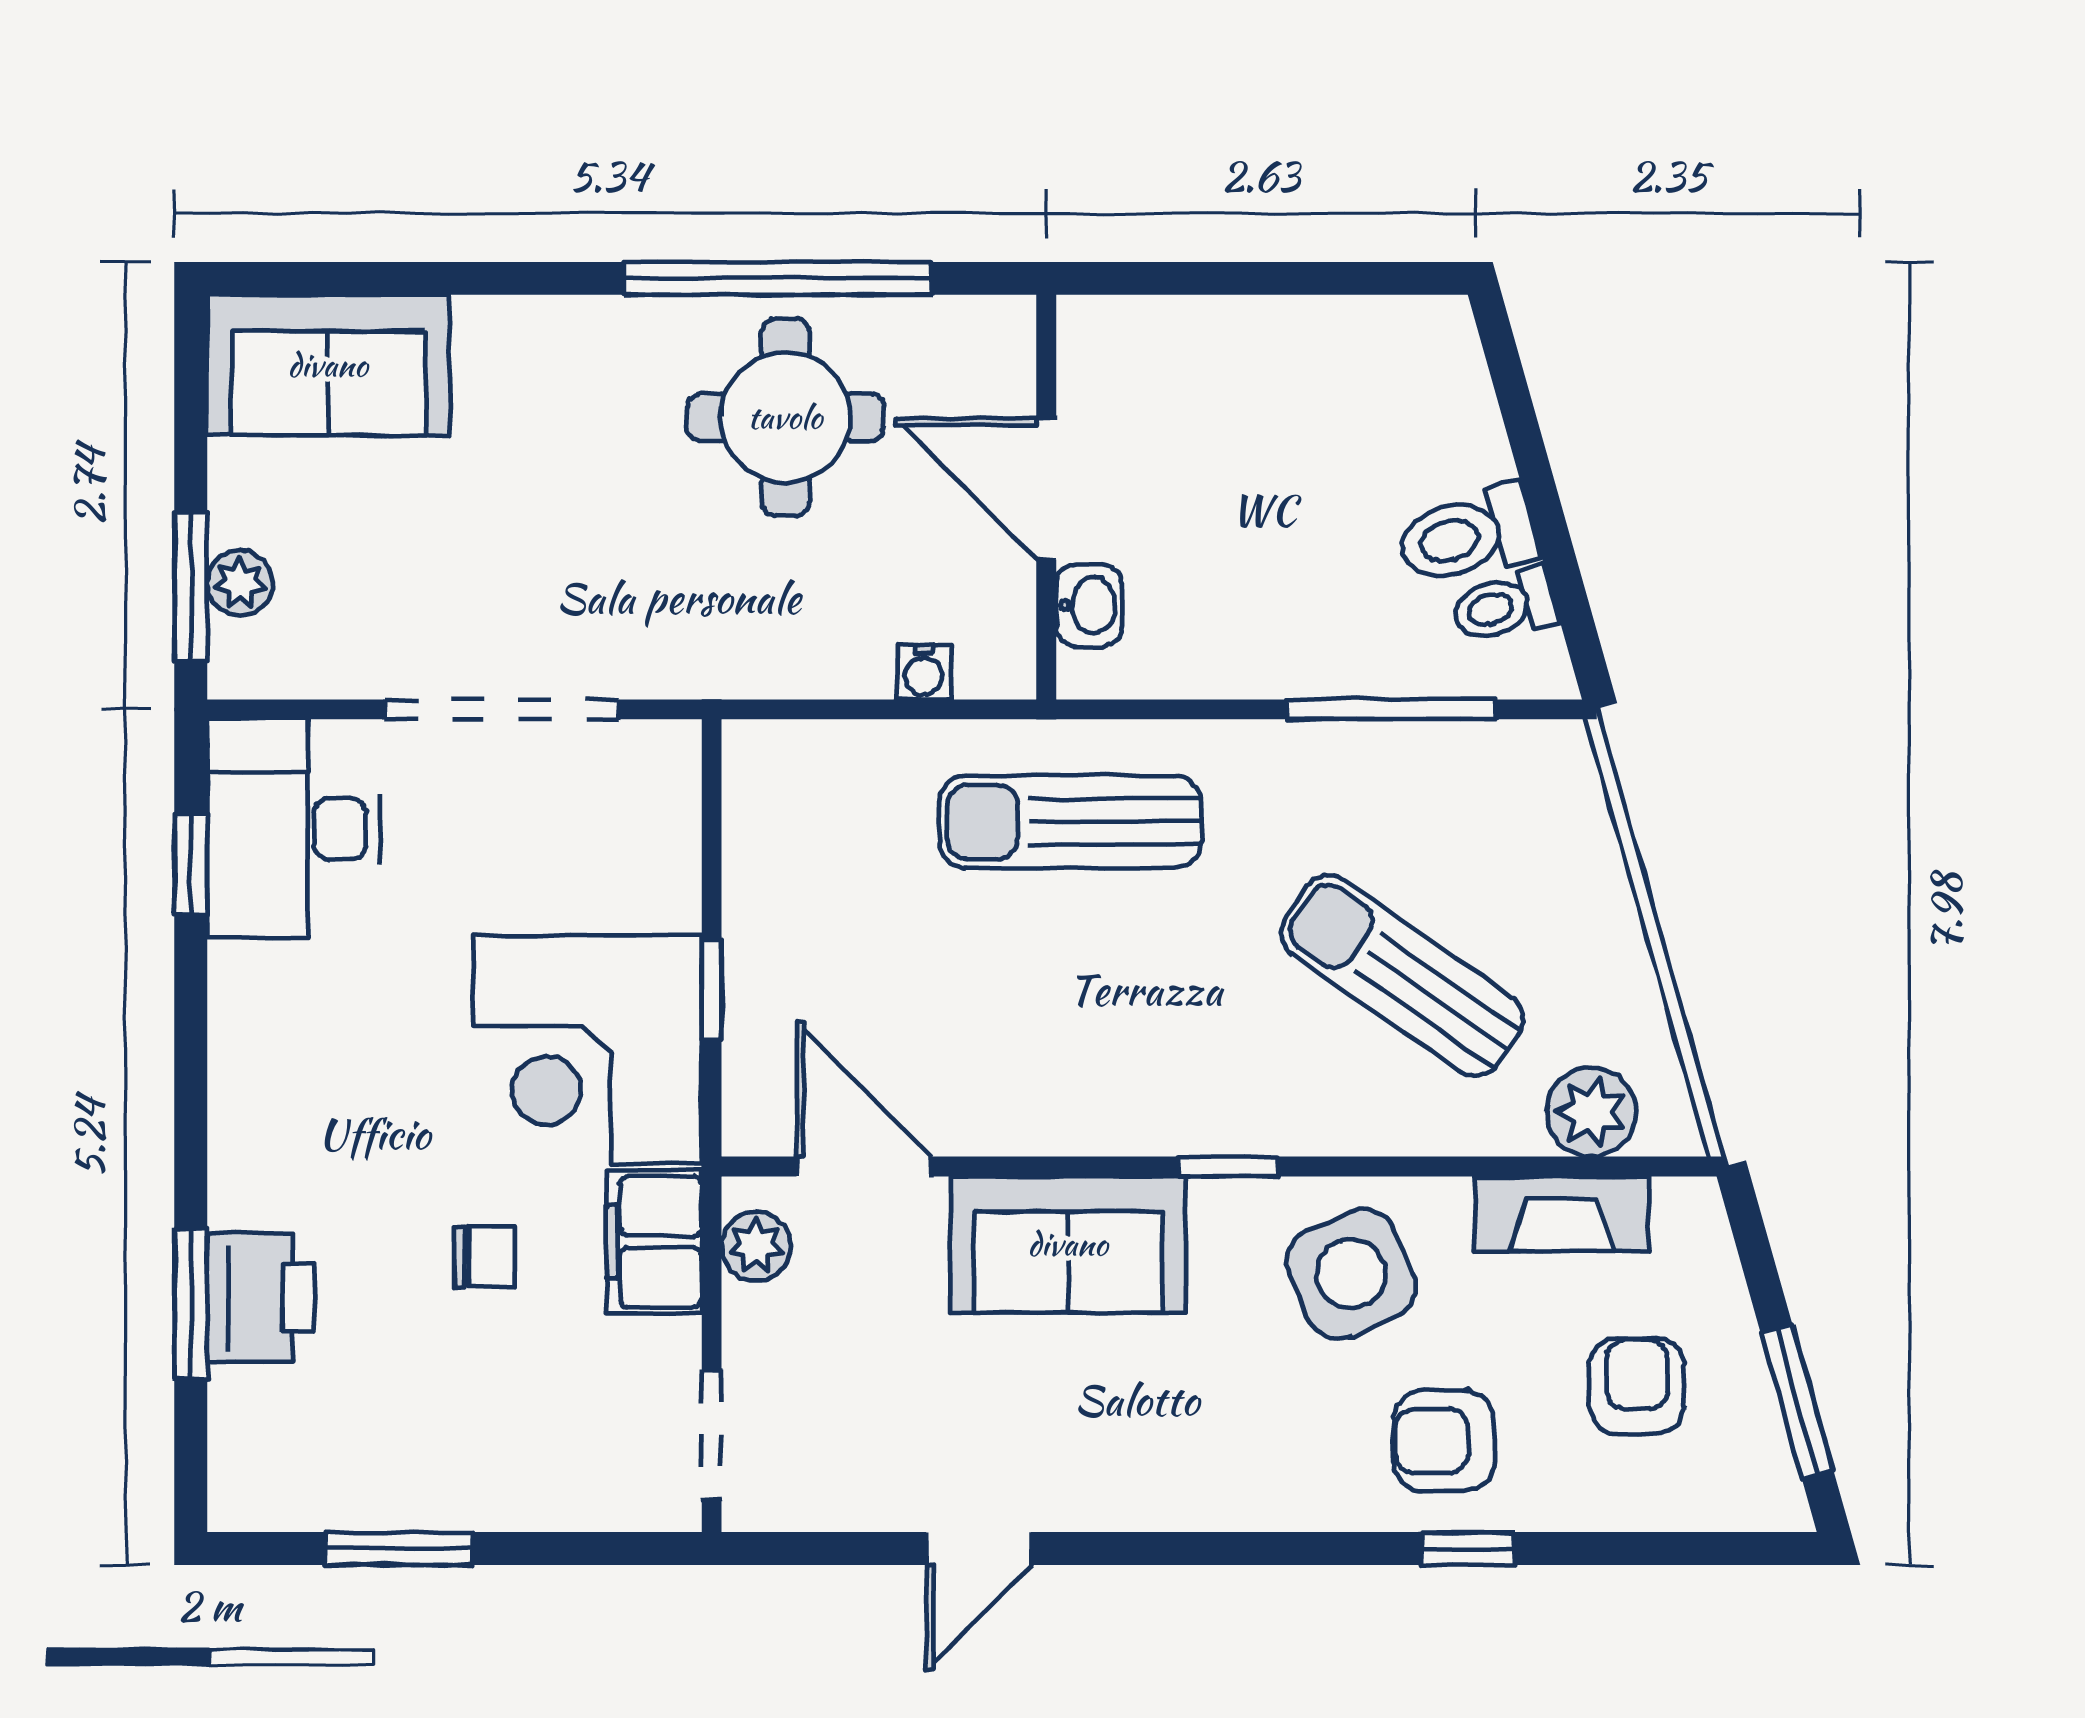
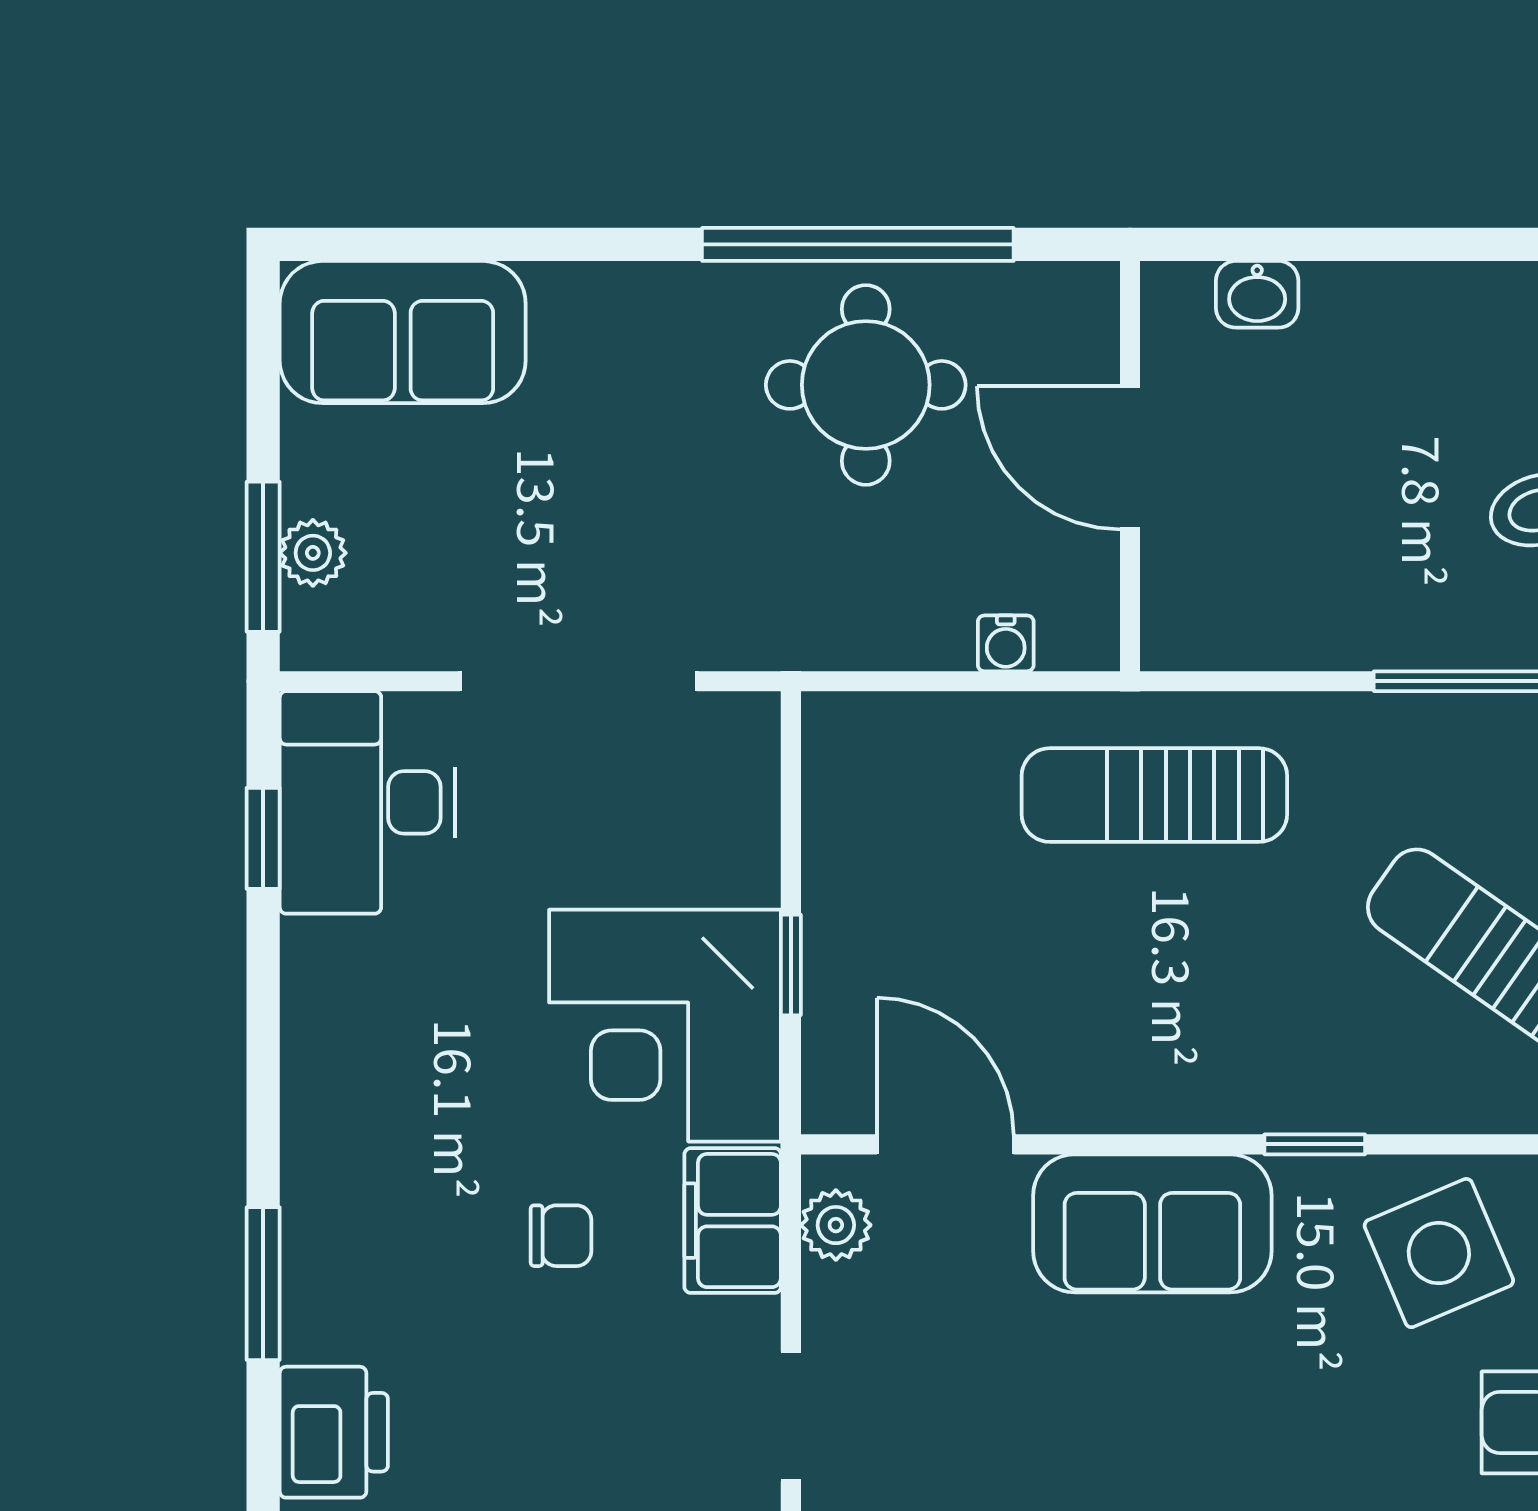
washbasin: (1089, 605) -> (1257, 294), moved, turned 90
printer: (261, 1298) -> (334, 1432), moved

